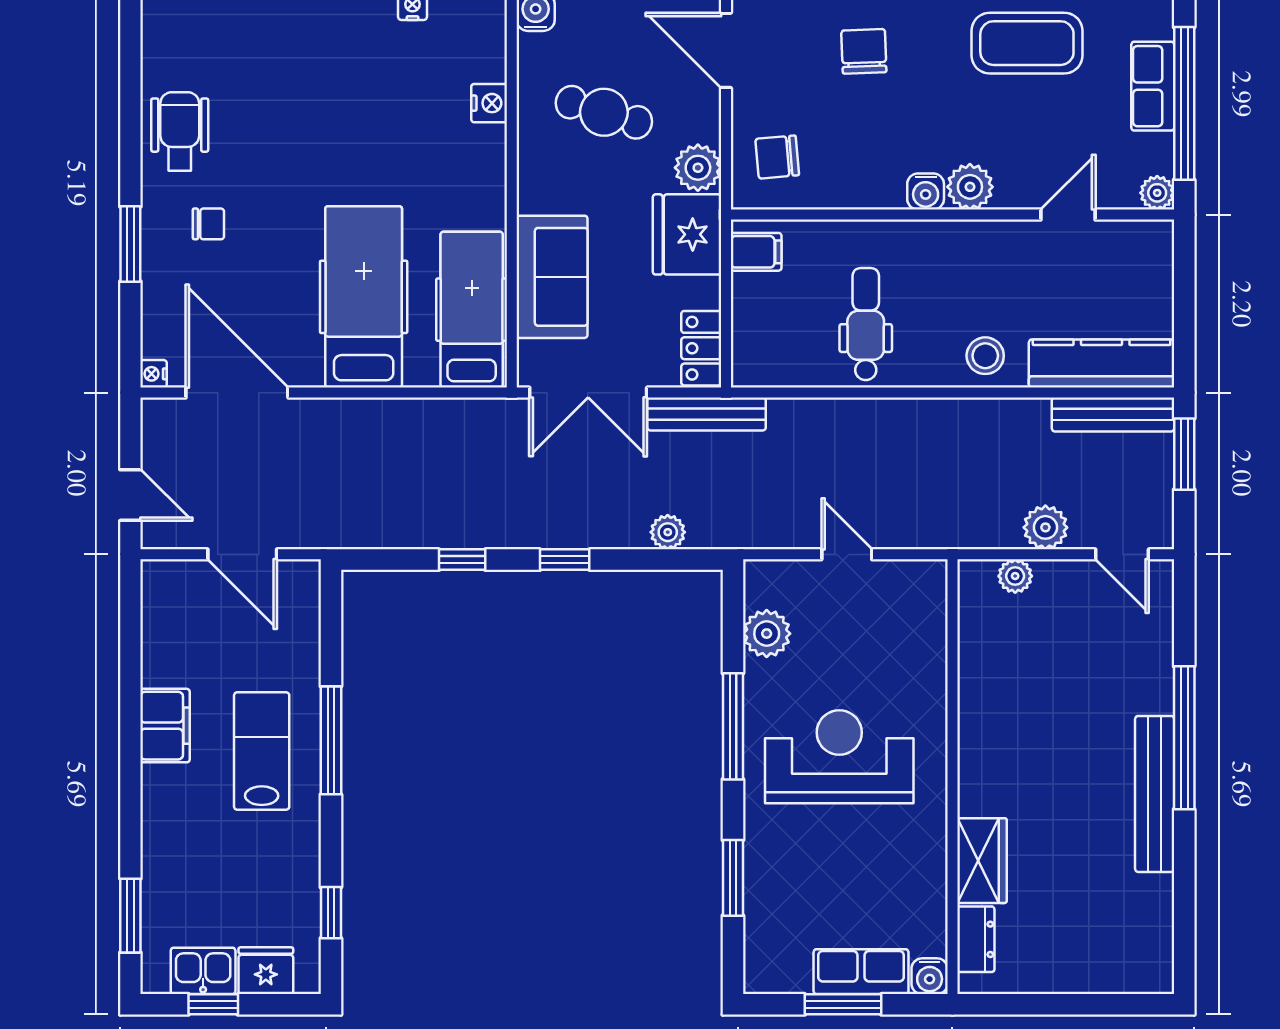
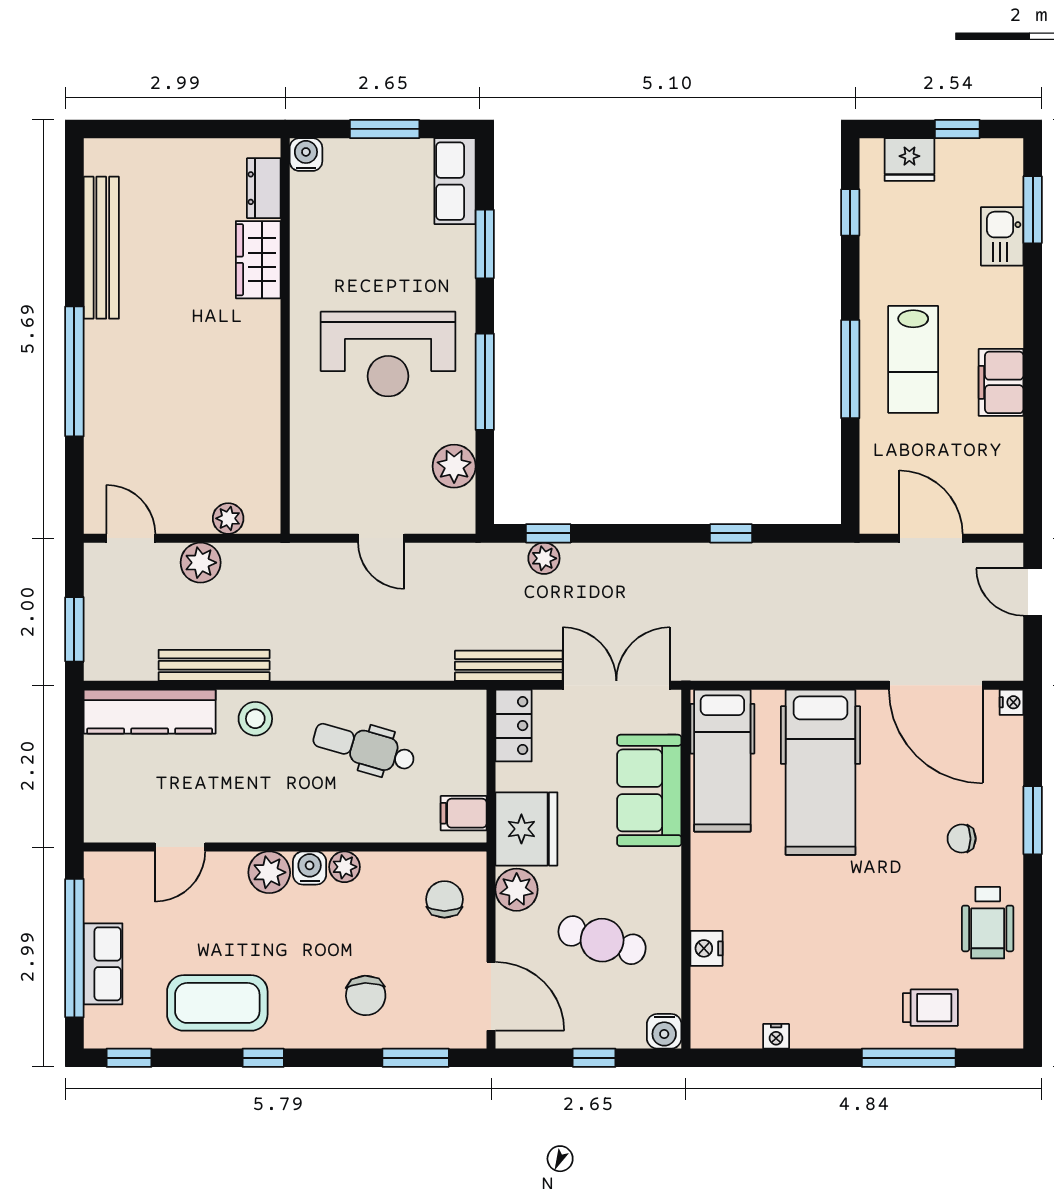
trolley: (243, 38) -> (930, 1008), added
chair: (777, 157) -> (444, 899), turned -85
plant: (1157, 193) -> (344, 867), moved
dental chair: (866, 324) -> (364, 748), turned 106
bench: (1113, 414) -> (214, 665), moved
window: (565, 560) -> (548, 533), moved
bench: (1155, 794) -> (101, 248), moved
kitchen sink: (203, 971) -> (1002, 236), moved, turned 90
row of seats: (861, 972) -> (455, 181), moved, turned 90

